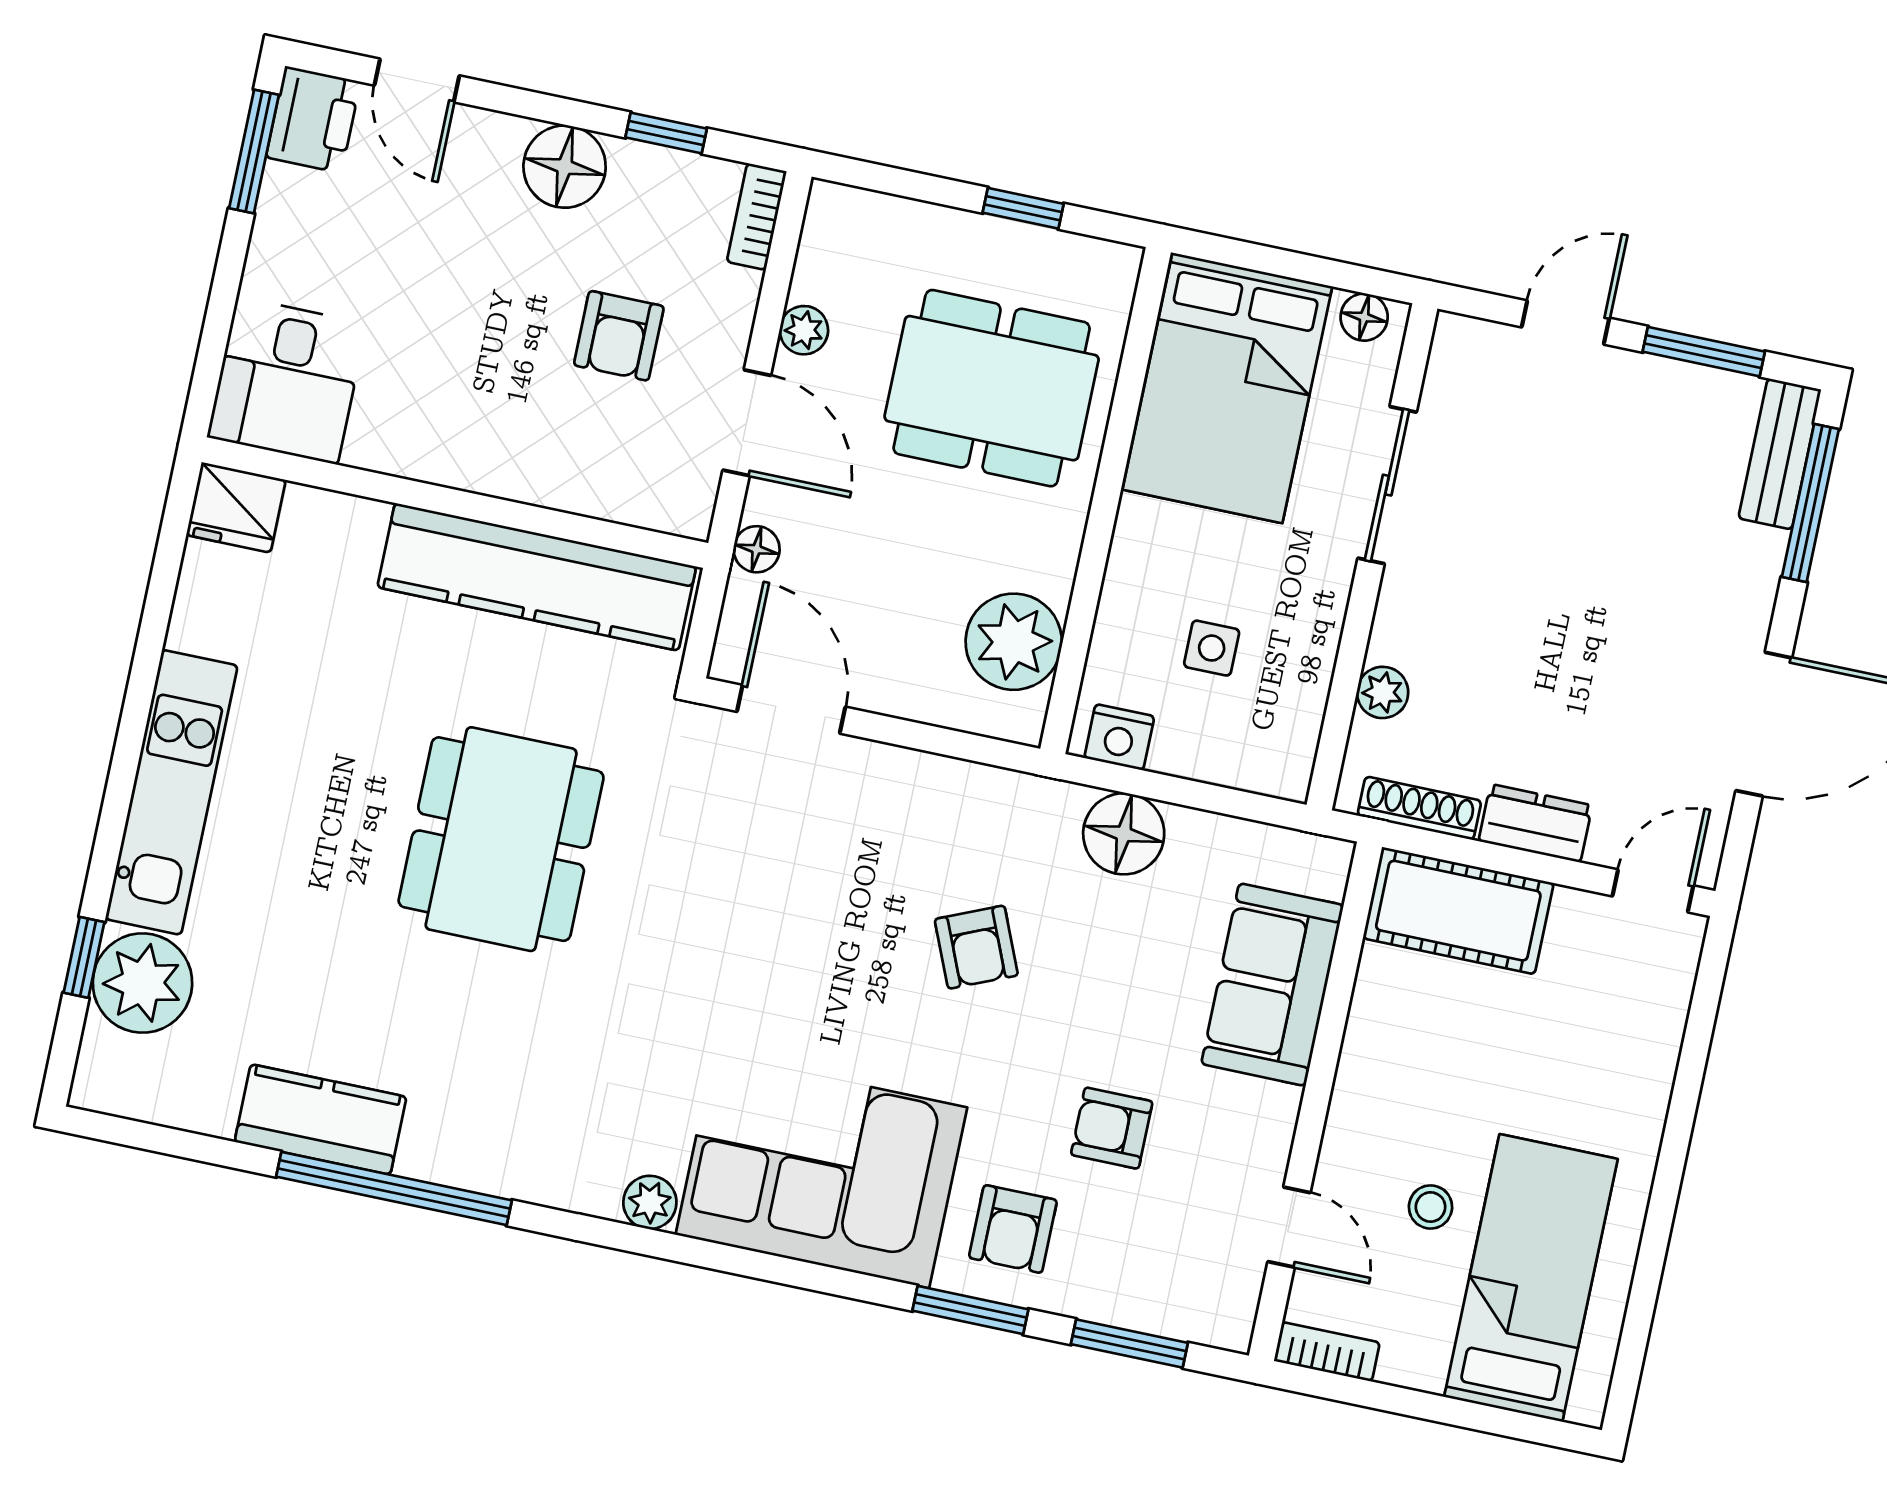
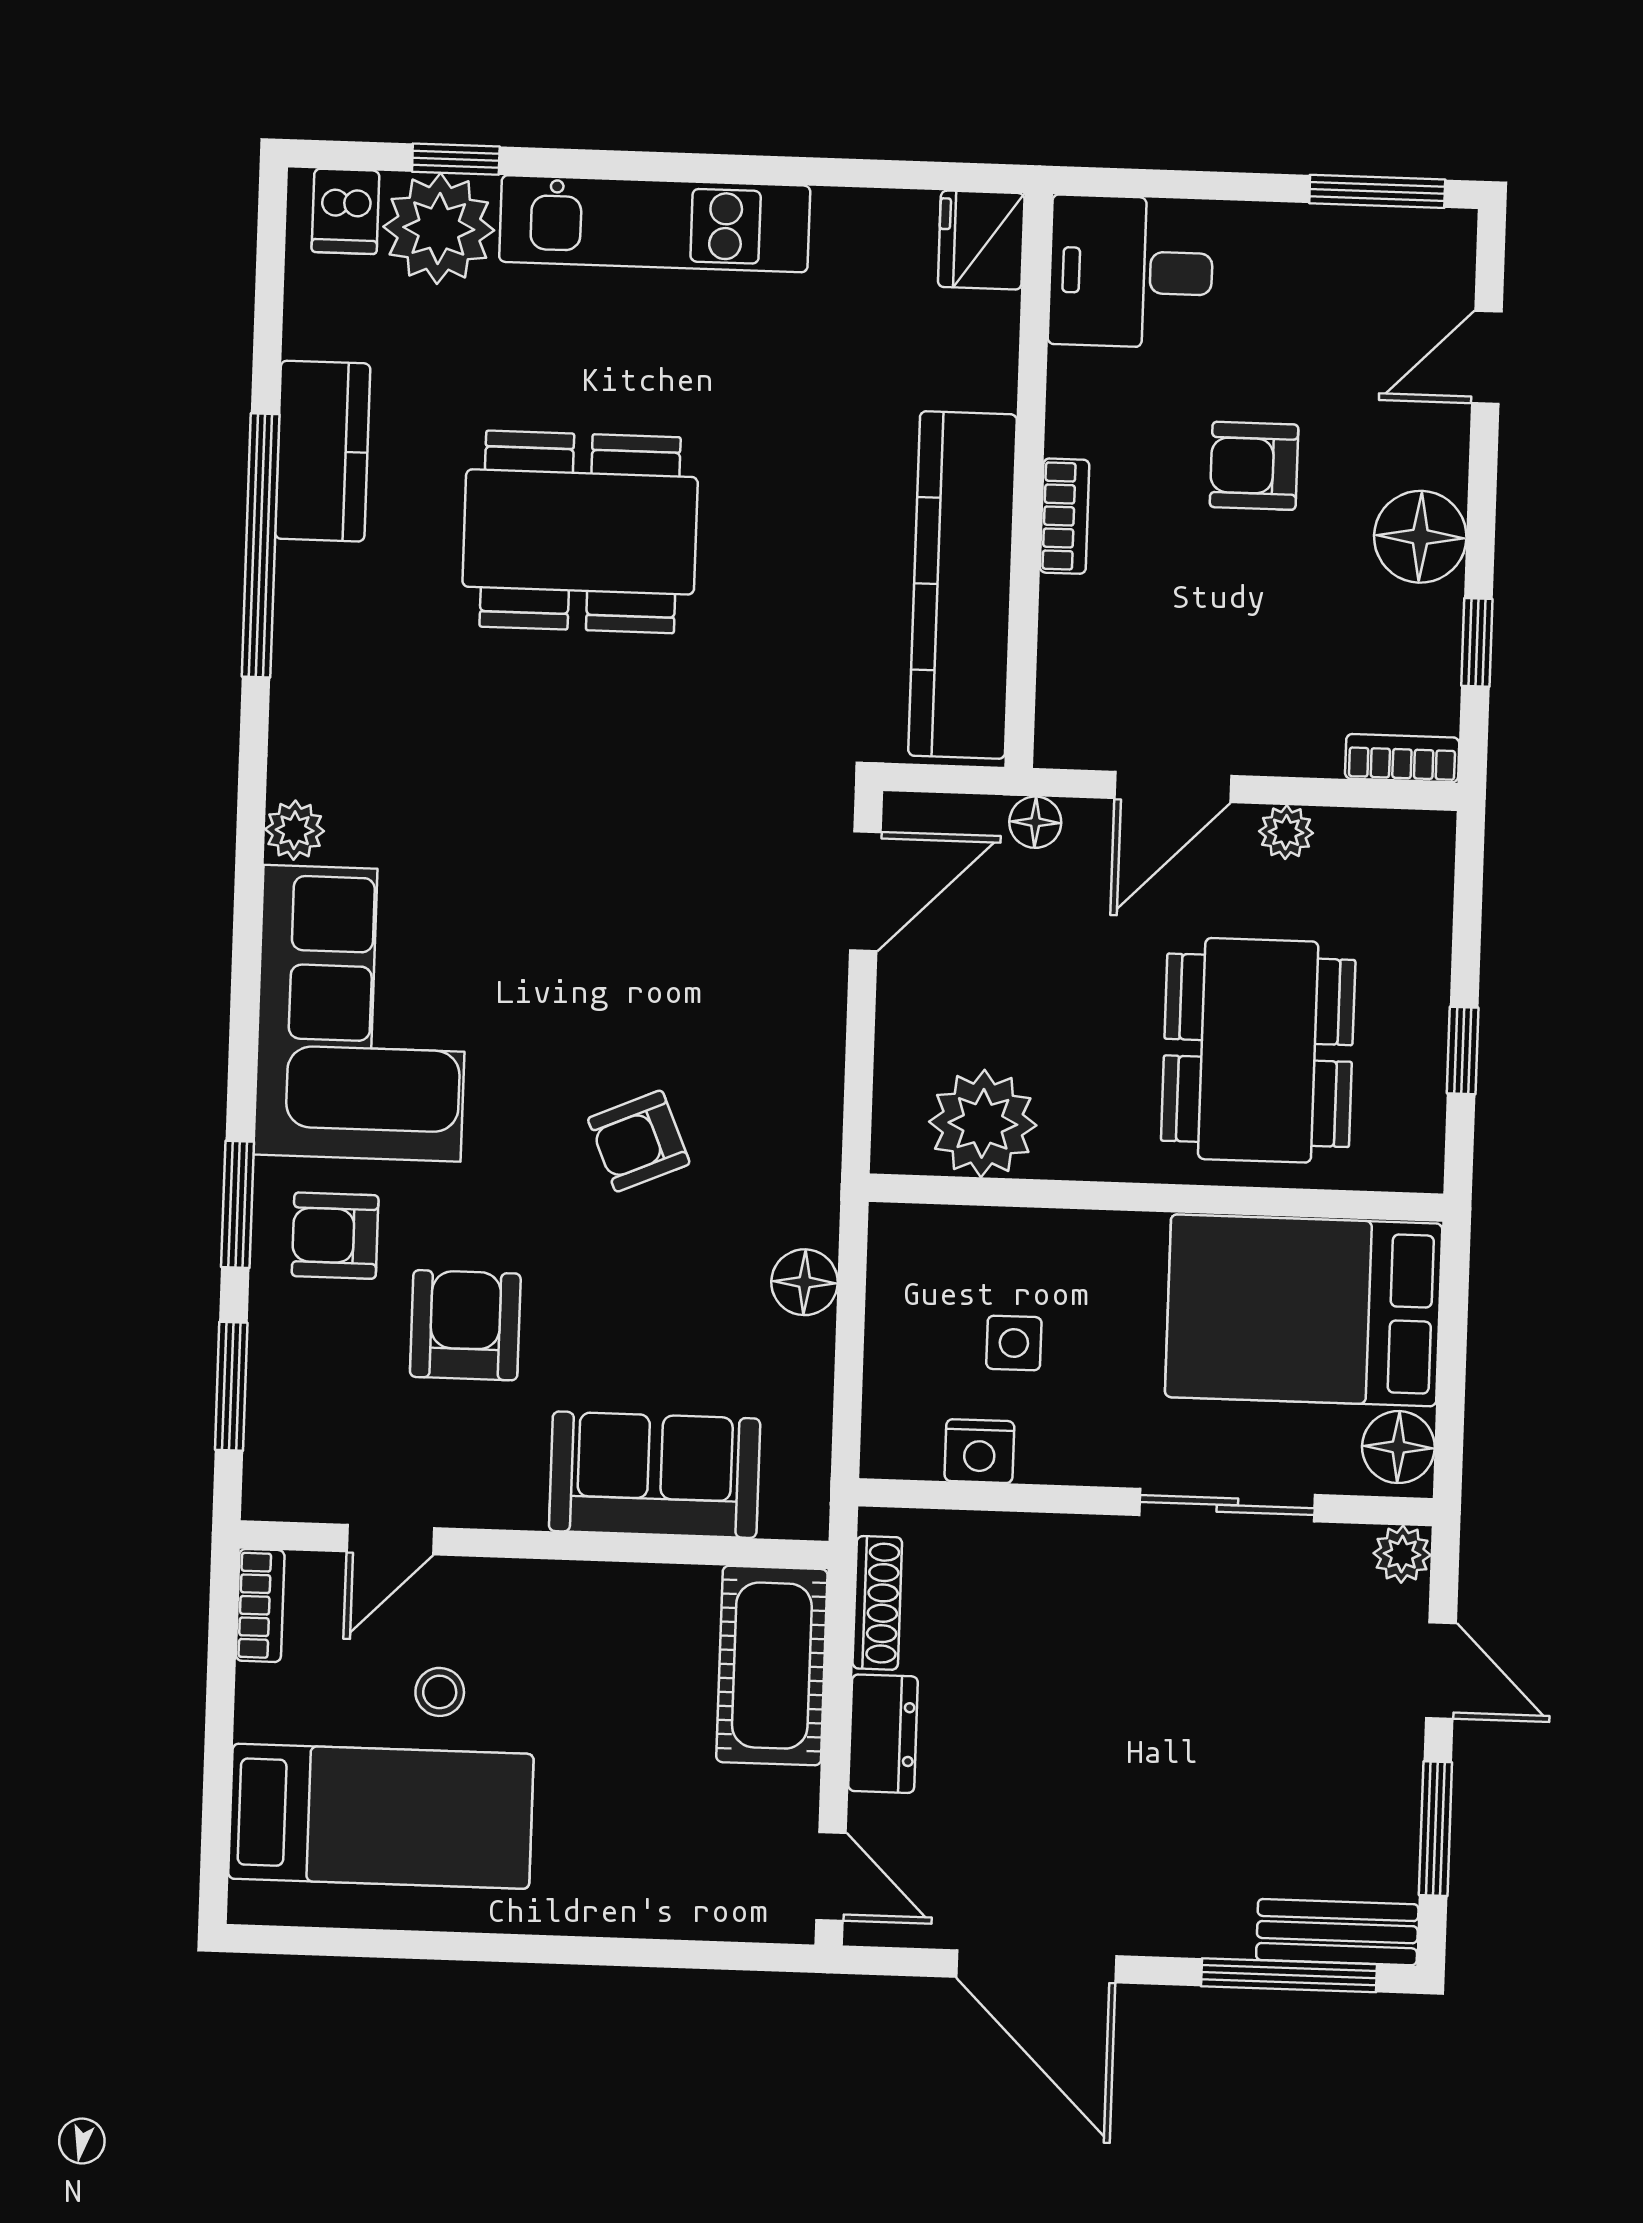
printer: (313, 119) -> (1424, 251), removed
floor lamp: (1364, 317) -> (1398, 1447), width x1.37, depth x1.37
armchair: (619, 336) -> (1254, 466), moved
bookcase: (492, 477) -> (1065, 516), added
plant: (1383, 692) -> (1402, 1554), moved
nightstand: (1119, 737) -> (979, 1451), moved, turned -90
floor lamp: (1124, 834) -> (805, 1282), width x0.73, depth x0.73
dining table: (501, 839) -> (580, 532), moved
dishwasher: (113, 1062) -> (345, 211), added
armchair: (1112, 1128) -> (465, 1325), width x1.38, depth x1.38

